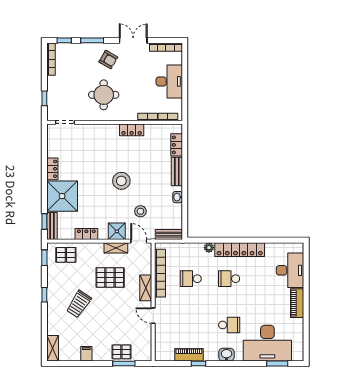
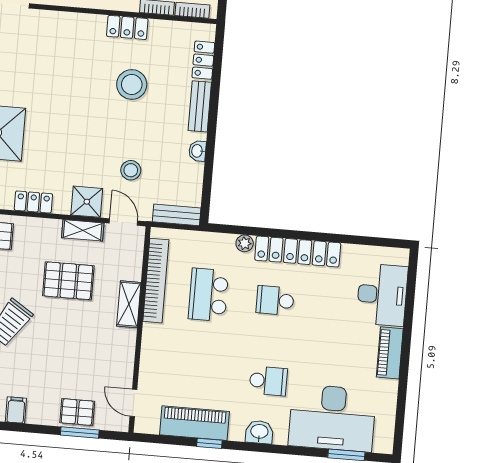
stool: (121, 181) -> (132, 84), moved
school desk: (191, 279) -> (208, 295), width x1.85
door: (153, 316) -> (133, 403), moved
piano: (189, 355) -> (194, 423), width x1.37, depth x1.33

